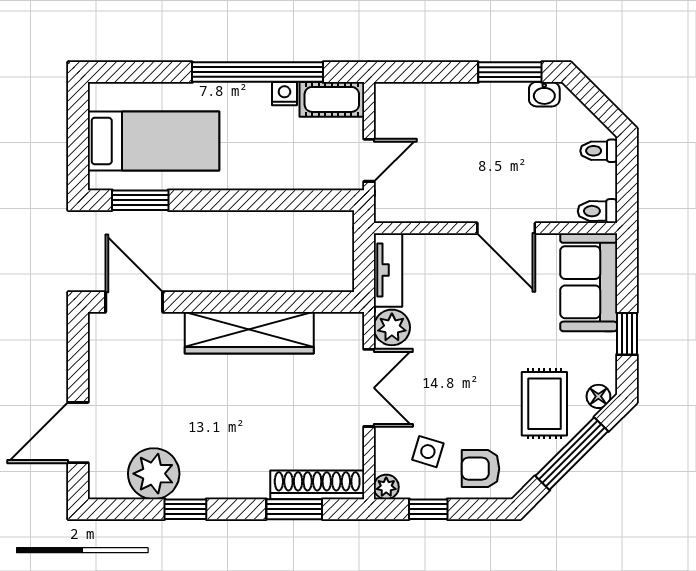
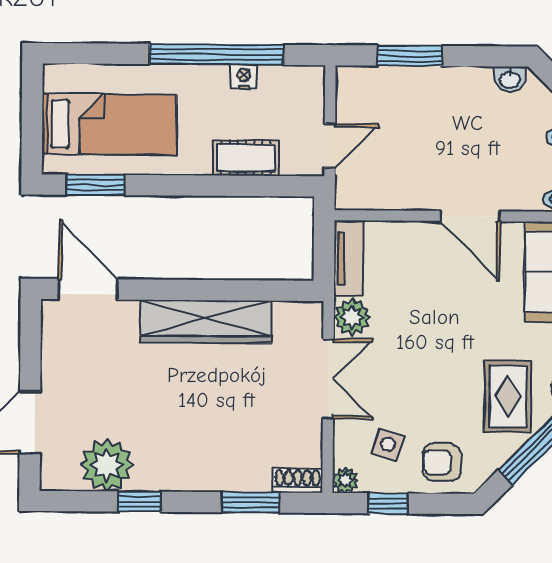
window: (510, 72) -> (410, 56), moved
cot: (332, 99) -> (246, 158), moved
shoe rack: (317, 485) -> (298, 481), width x0.51, depth x0.81

